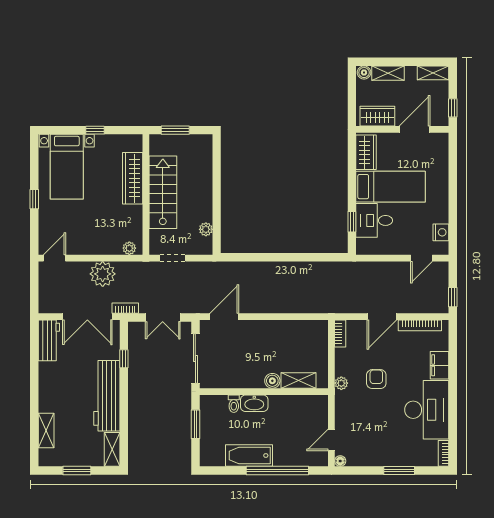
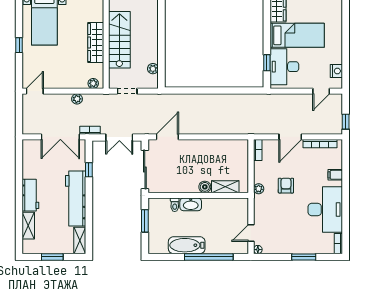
wardrobe: (133, 178) -> (96, 42), moved
desk: (374, 220) -> (284, 67), width x1.37
plant: (103, 274) -> (77, 99), width x0.53, depth x0.53
workbench: (49, 340) -> (30, 195), moved
filing cabinet: (440, 365) -> (335, 175), width x0.50

